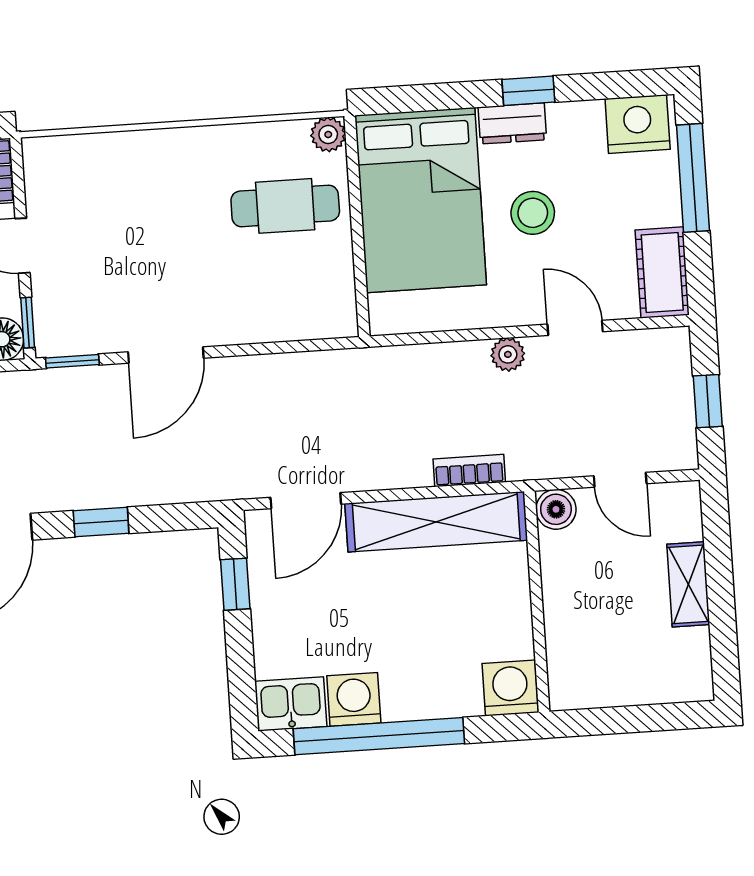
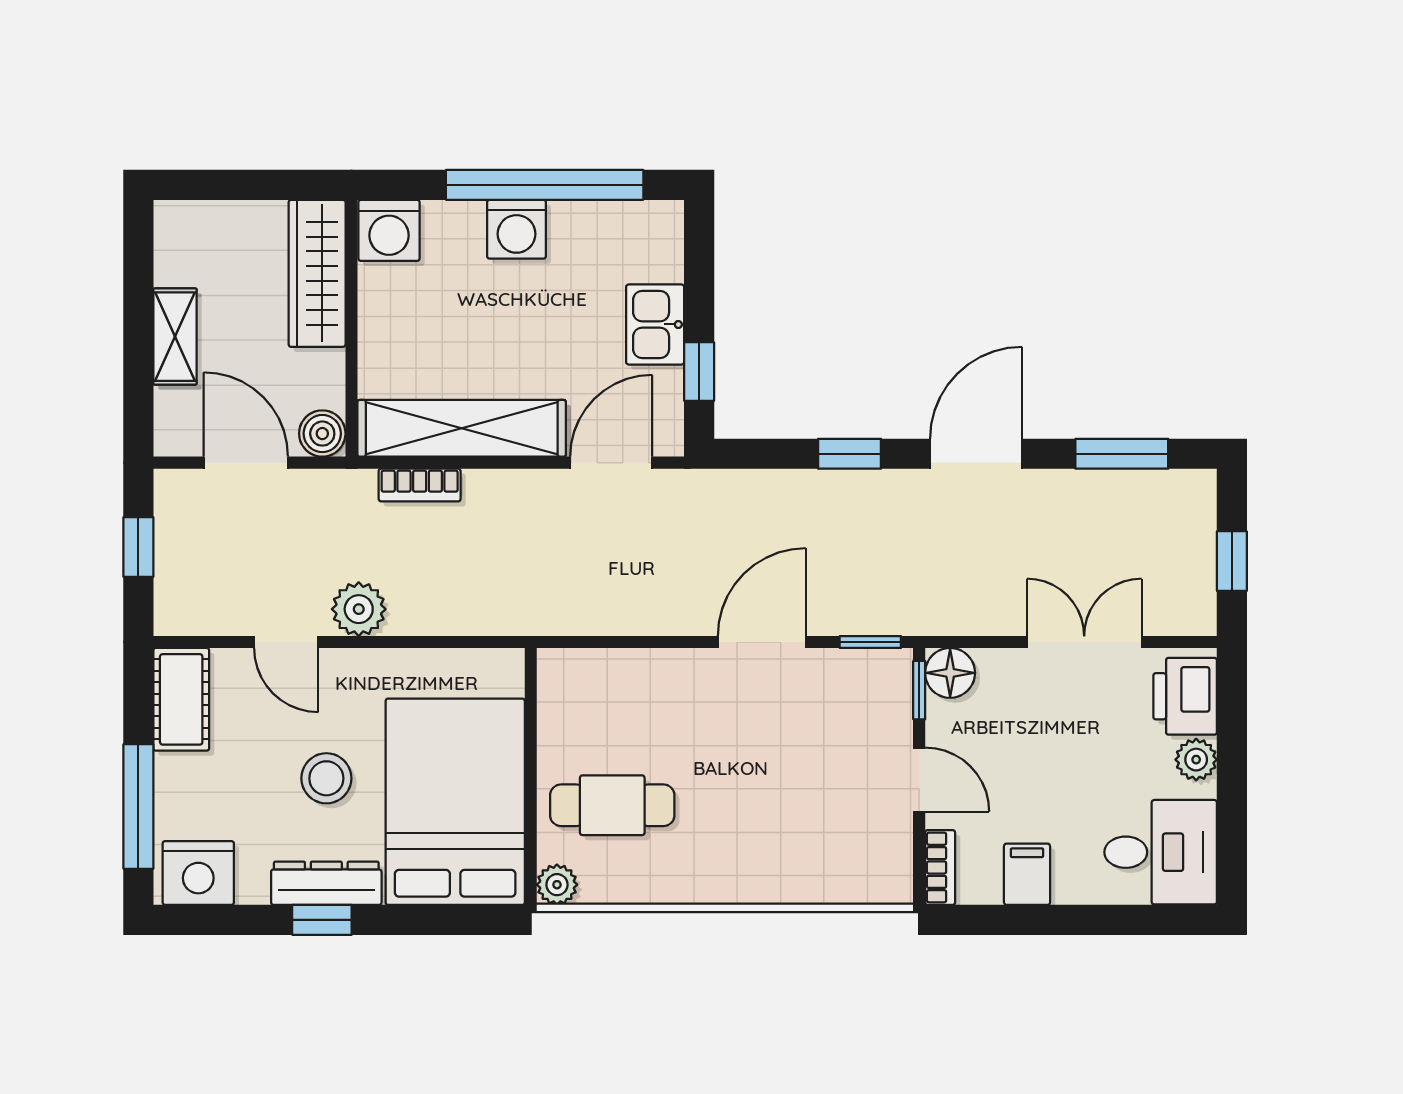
dresser: (512, 123) -> (326, 883), width x1.44
plant: (508, 354) -> (359, 609), width x1.38, depth x1.38
door: (620, 480) -> (246, 463), width x1.37
wardrobe: (570, 647) -> (317, 273), added
washing machine: (354, 699) -> (517, 229), moved
kitchen sink: (291, 704) -> (655, 324), moved, turned 90

